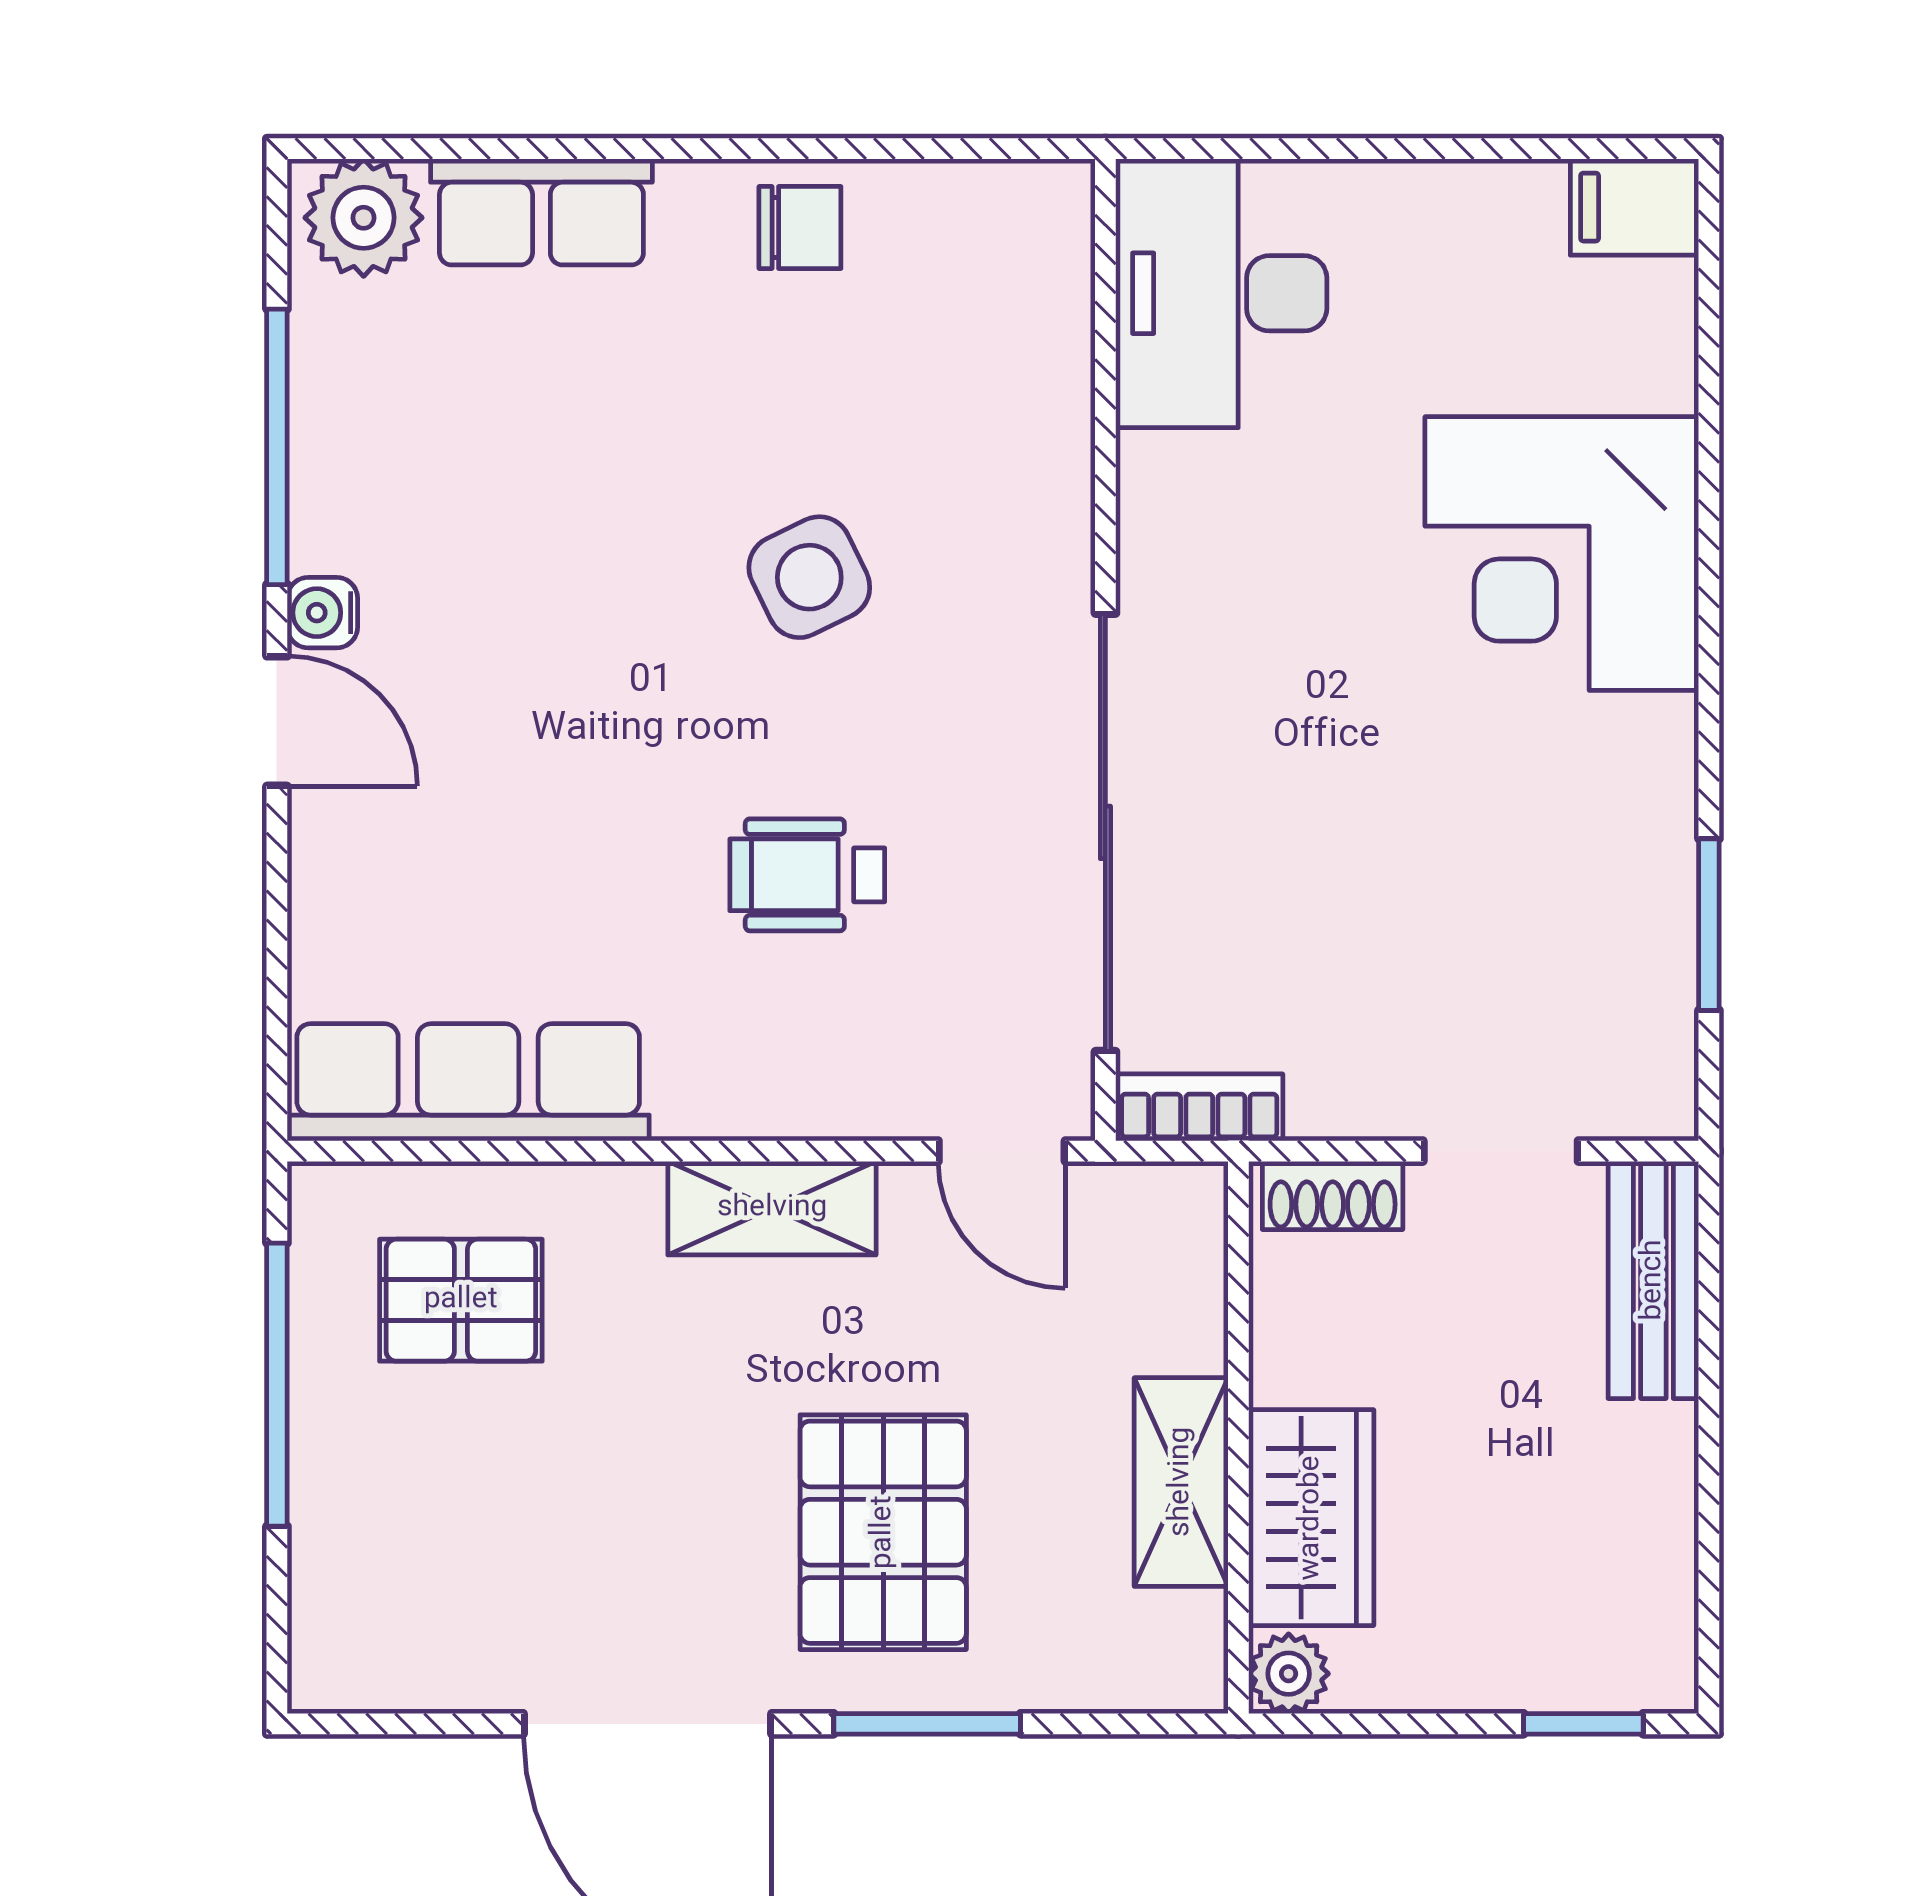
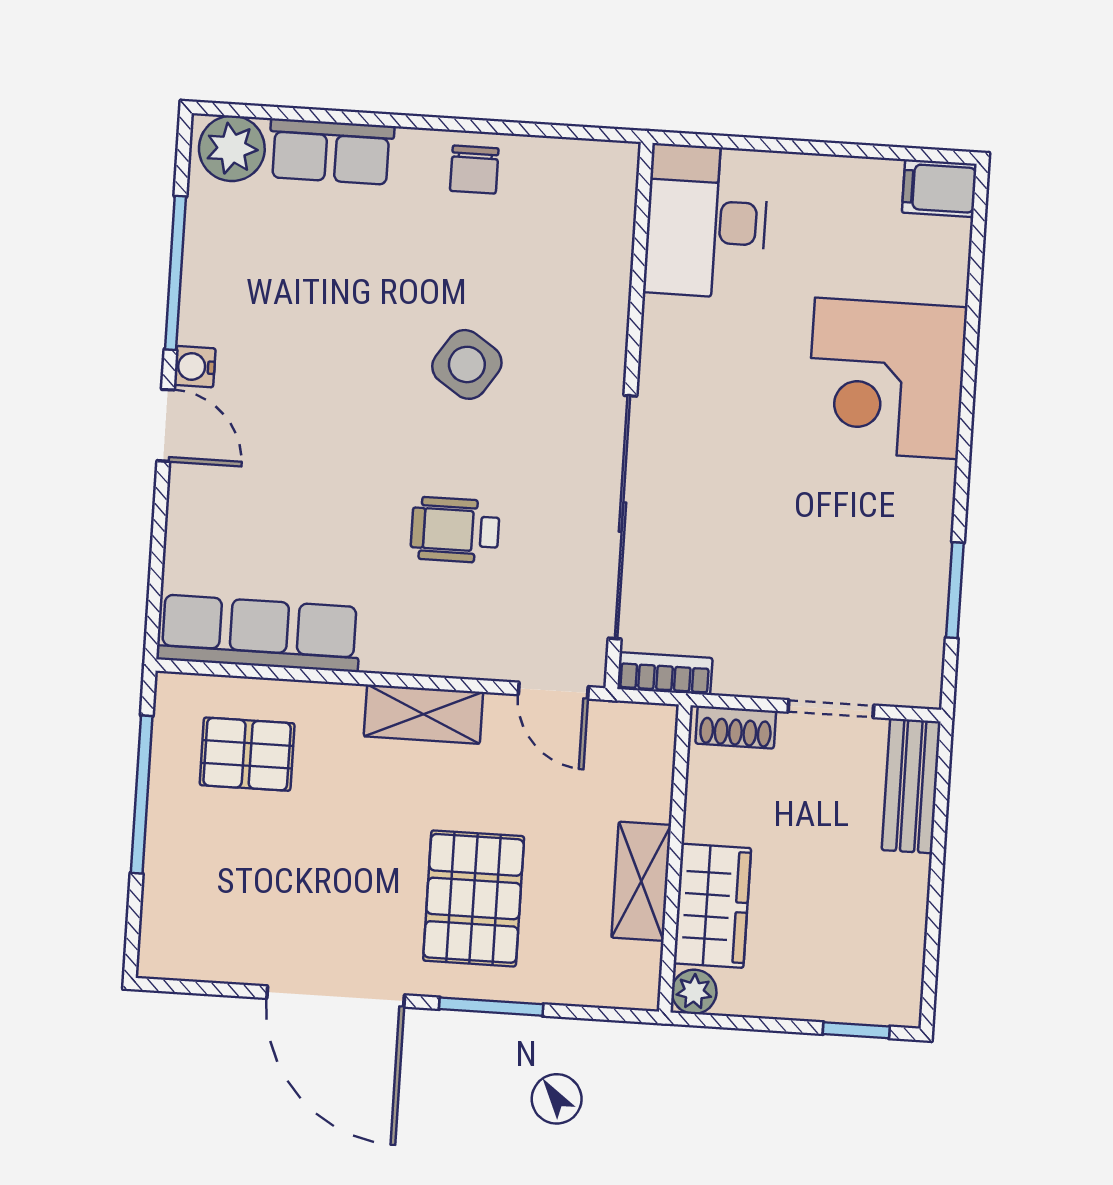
chair: (800, 227) -> (474, 170), turned 90
side table: (809, 577) -> (467, 364), turned -30

